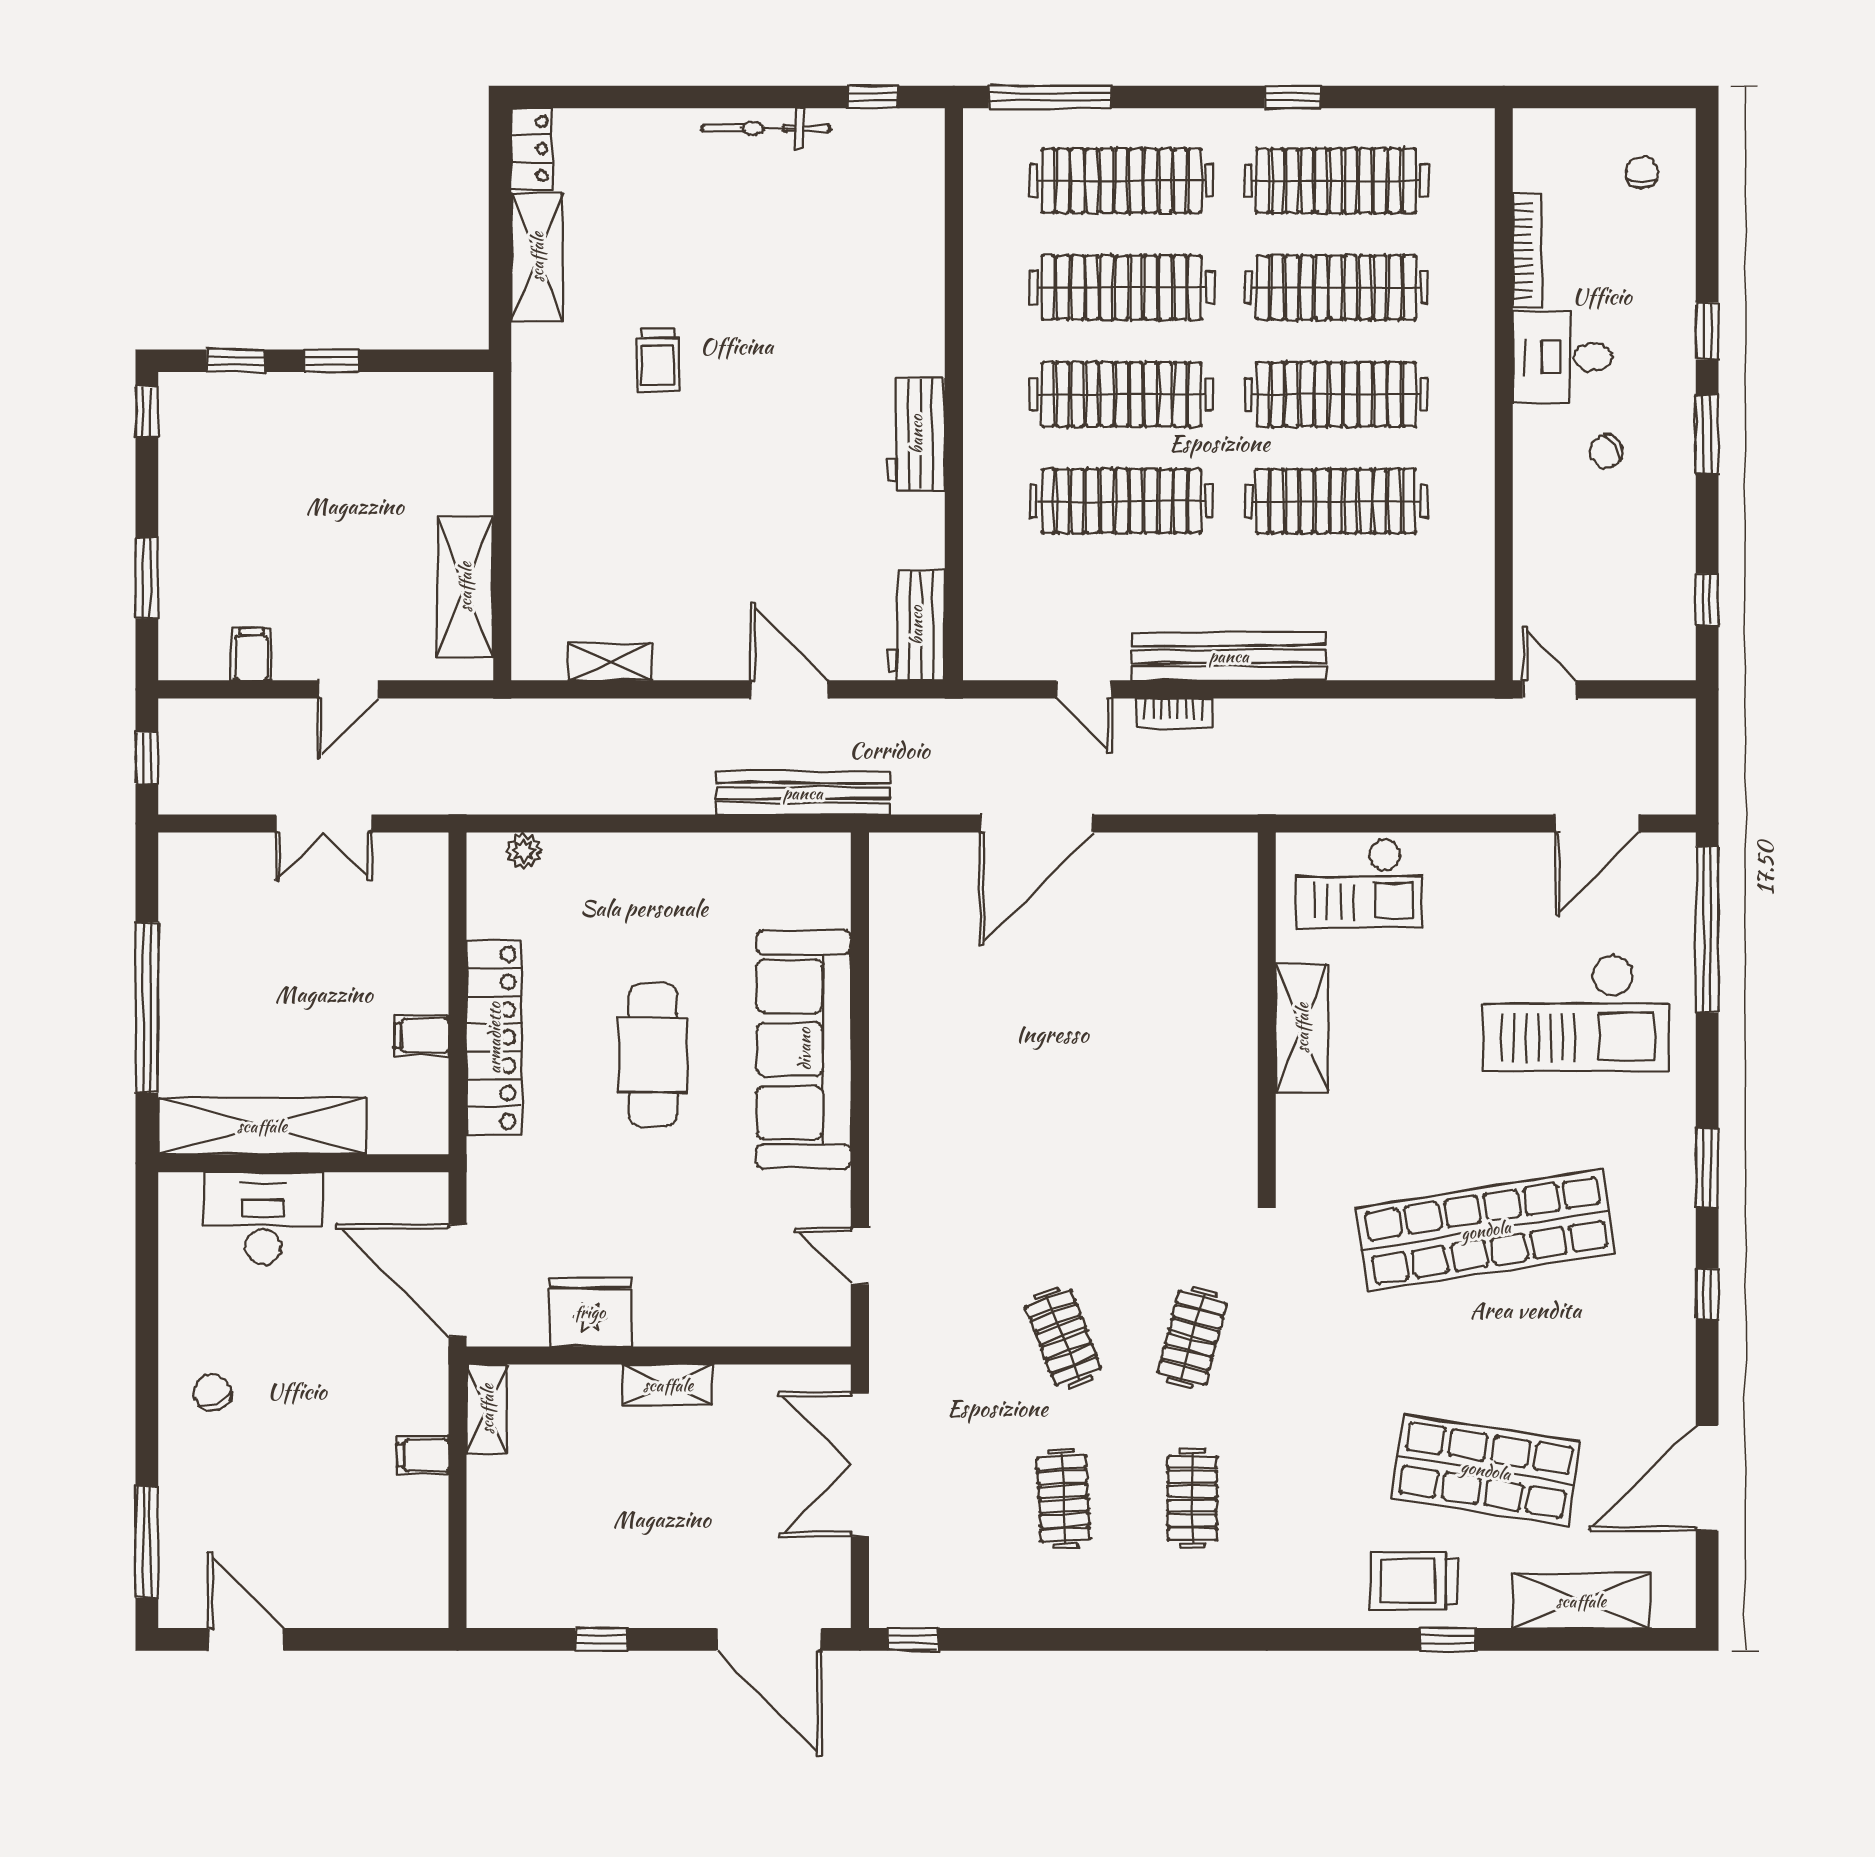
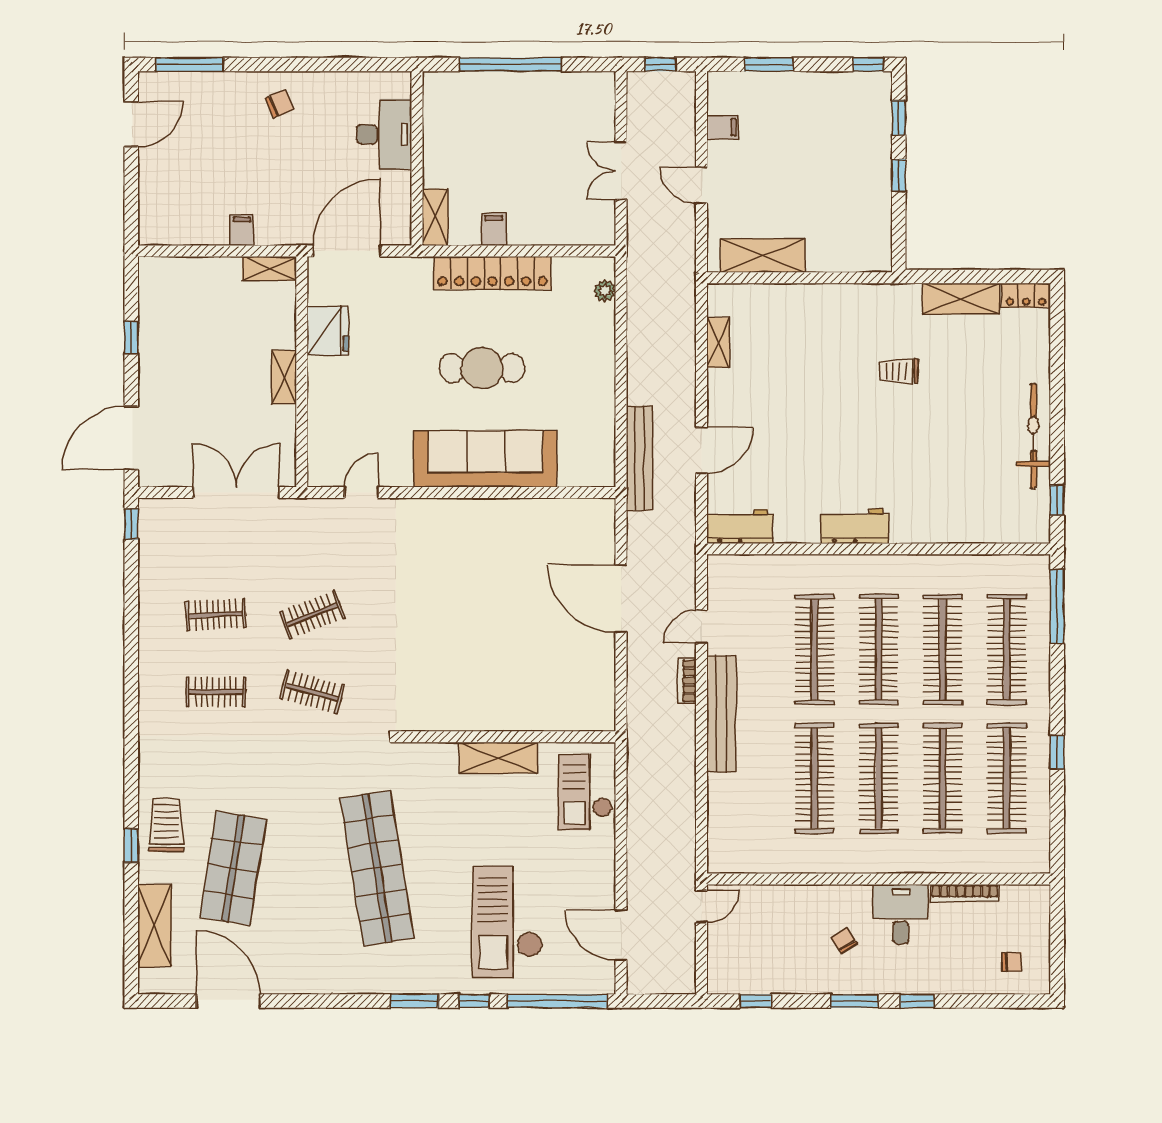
bicycle: (766, 128) -> (1033, 436), width x1.37, depth x1.40
shelving: (262, 1126) -> (435, 217), moved, width x0.45, depth x0.75
window: (1707, 1294) -> (474, 1001), moved

